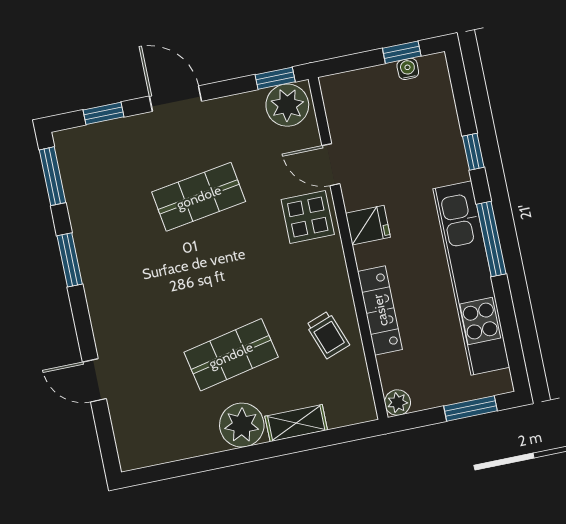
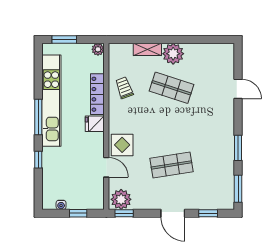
window: (402, 52) -> (78, 213), moved
fridge: (368, 225) -> (95, 124), moved
shop shelf: (231, 355) -> (171, 88), turned 30

